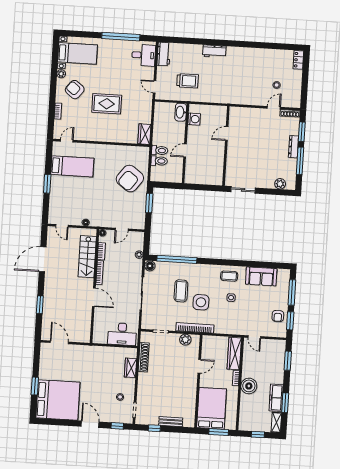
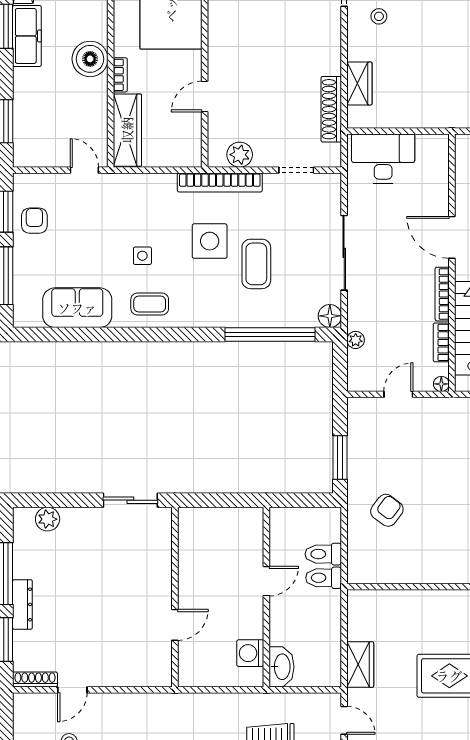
wardrobe: (144, 134) -> (360, 664), moved
armchair: (130, 179) -> (387, 510), width x0.53, depth x0.53

